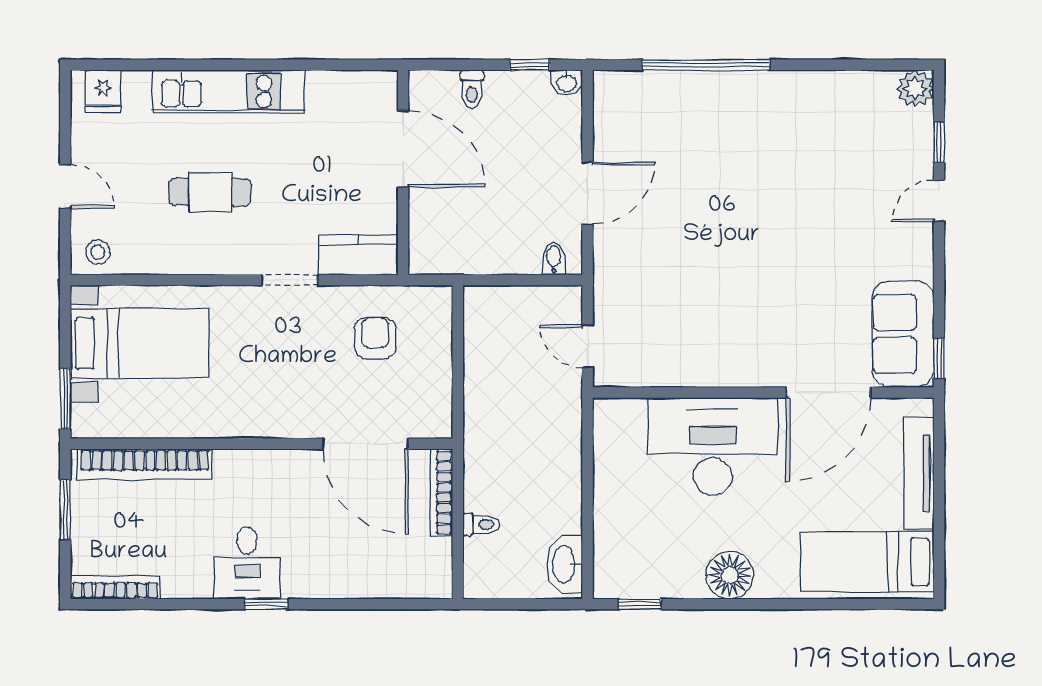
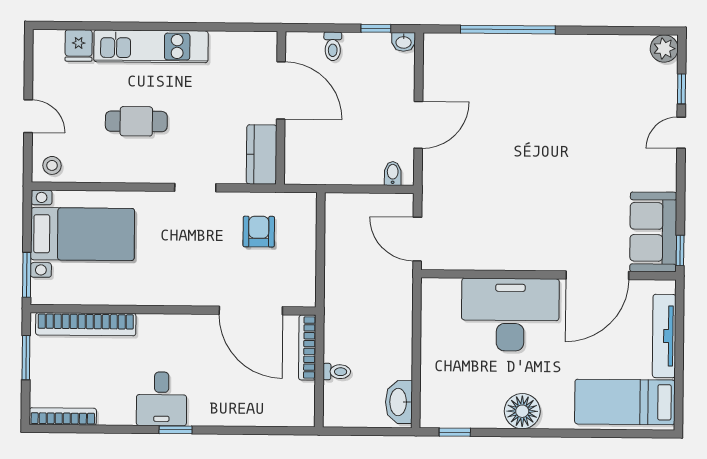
fridge: (103, 91) -> (79, 45), moved
kitchen counter: (358, 255) -> (262, 154), moved, turned -90
door: (587, 346) -> (417, 239), width x1.38

